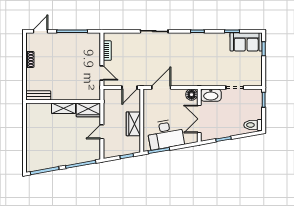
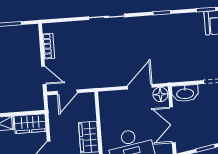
door: (129, 87) -> (67, 92), moved
door: (161, 87) -> (140, 87), moved

